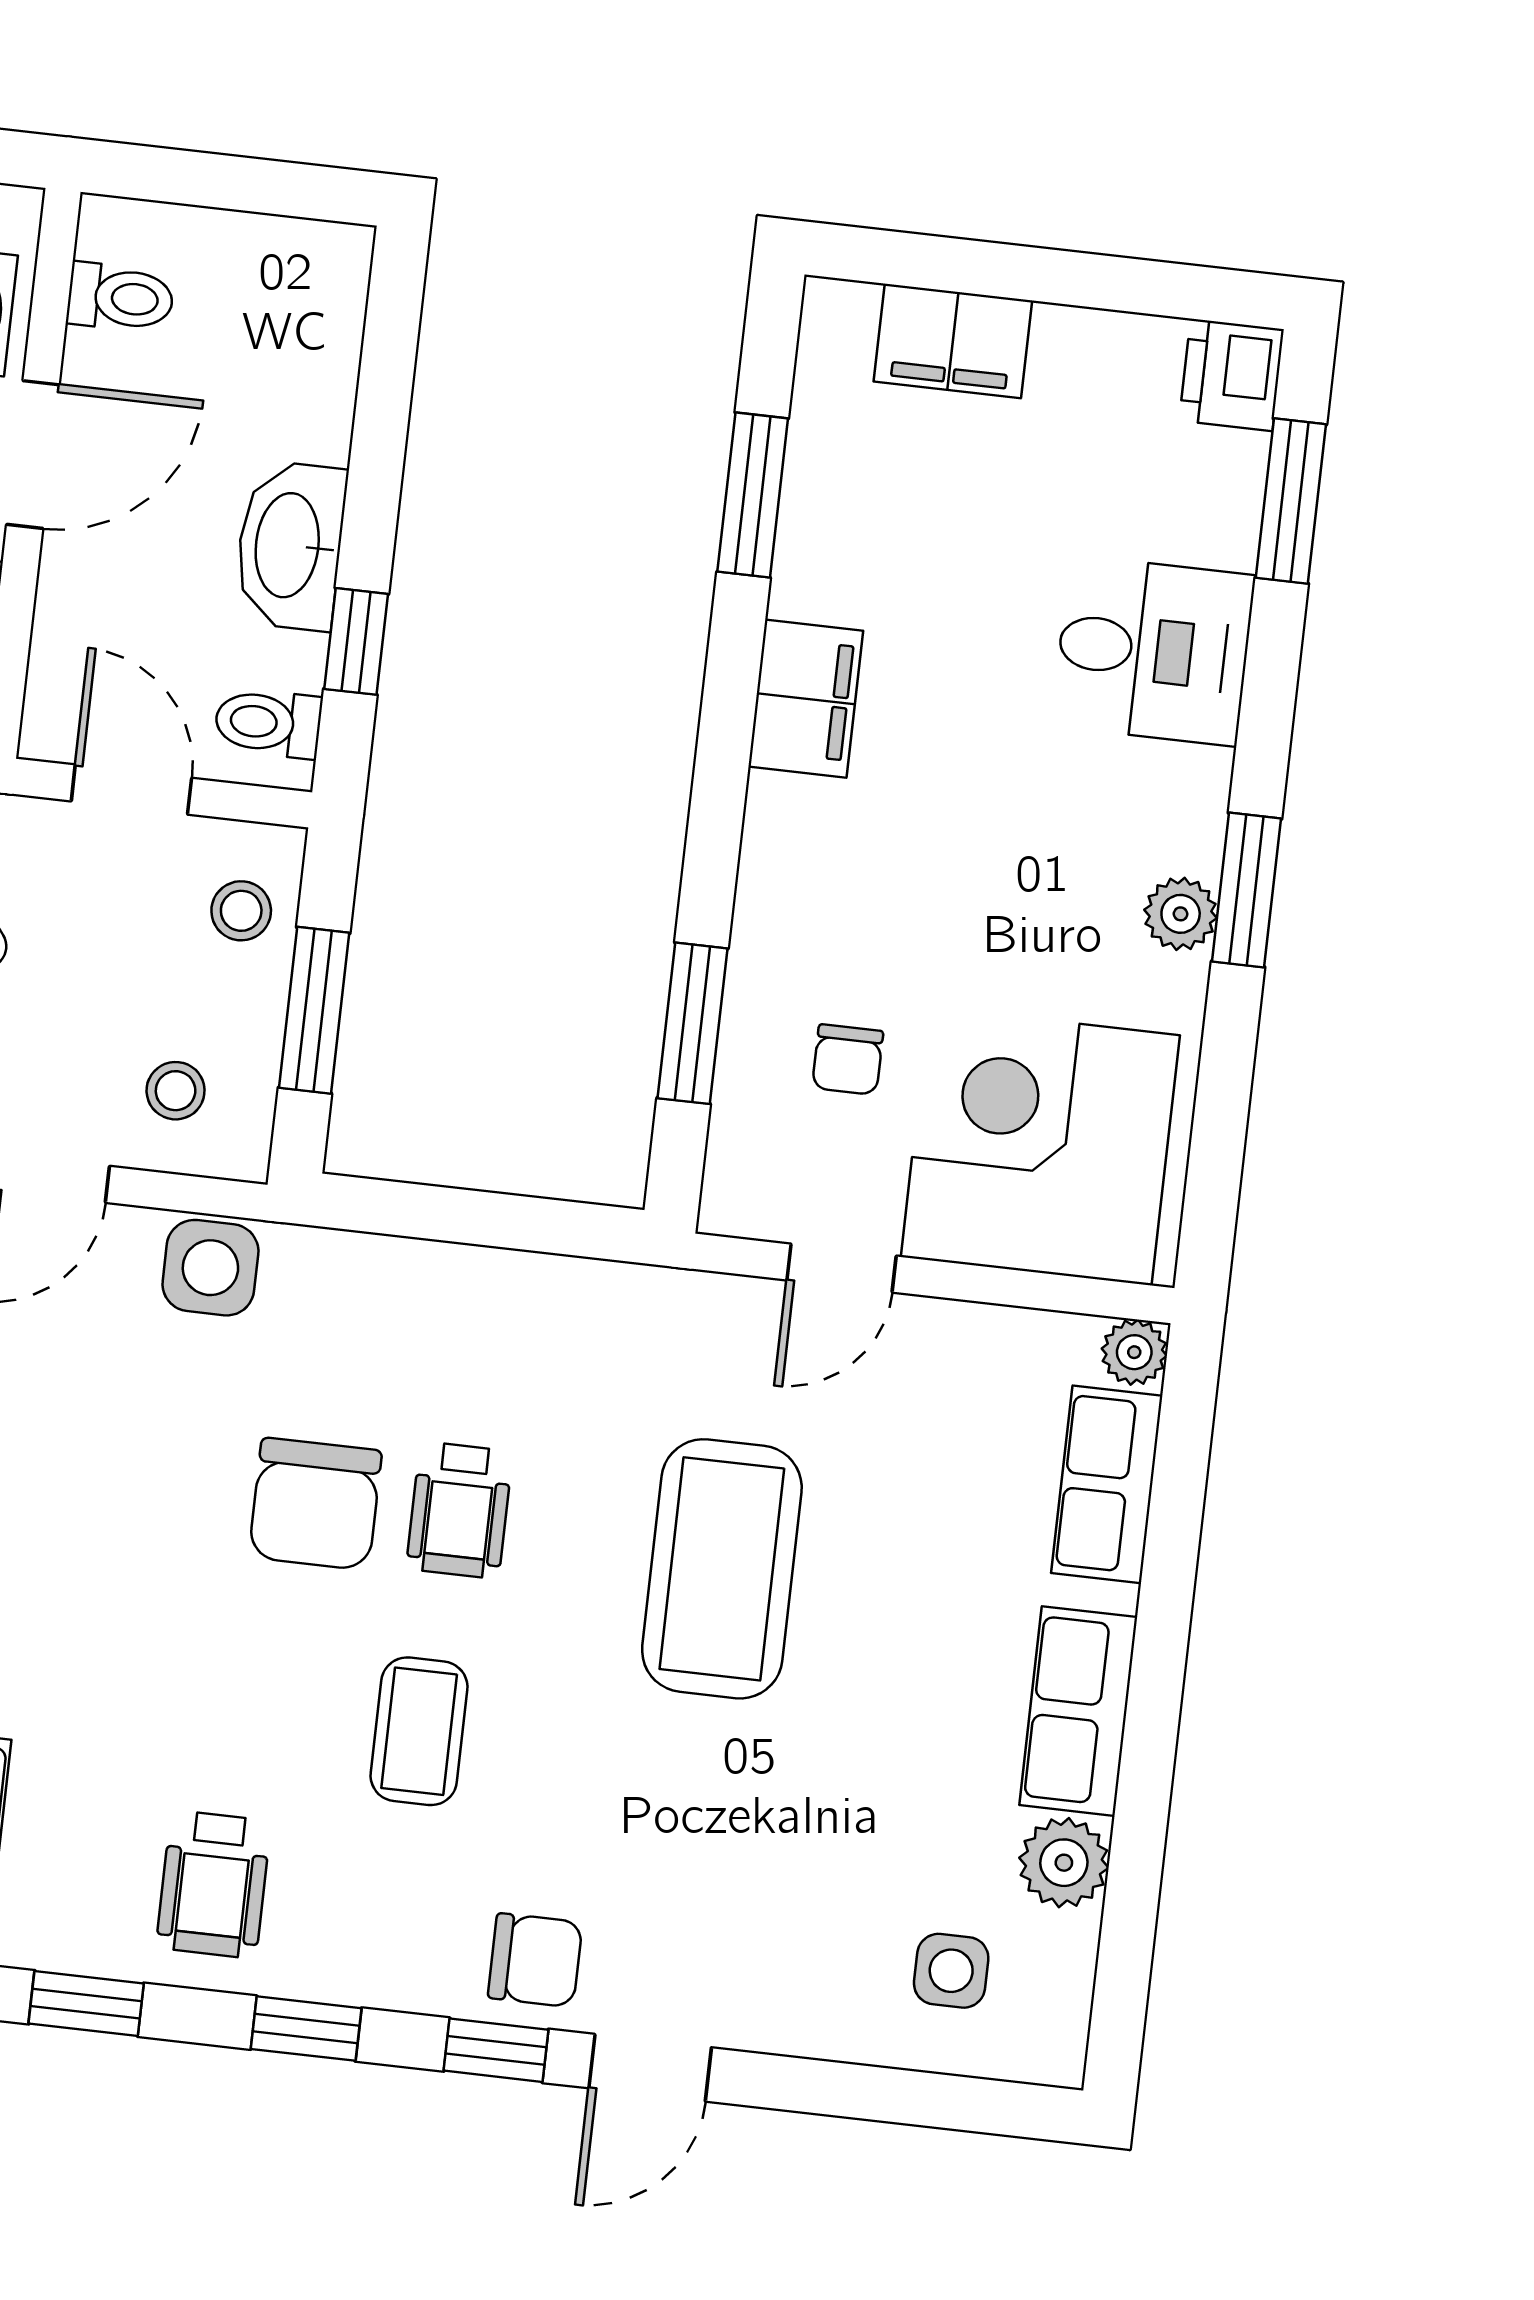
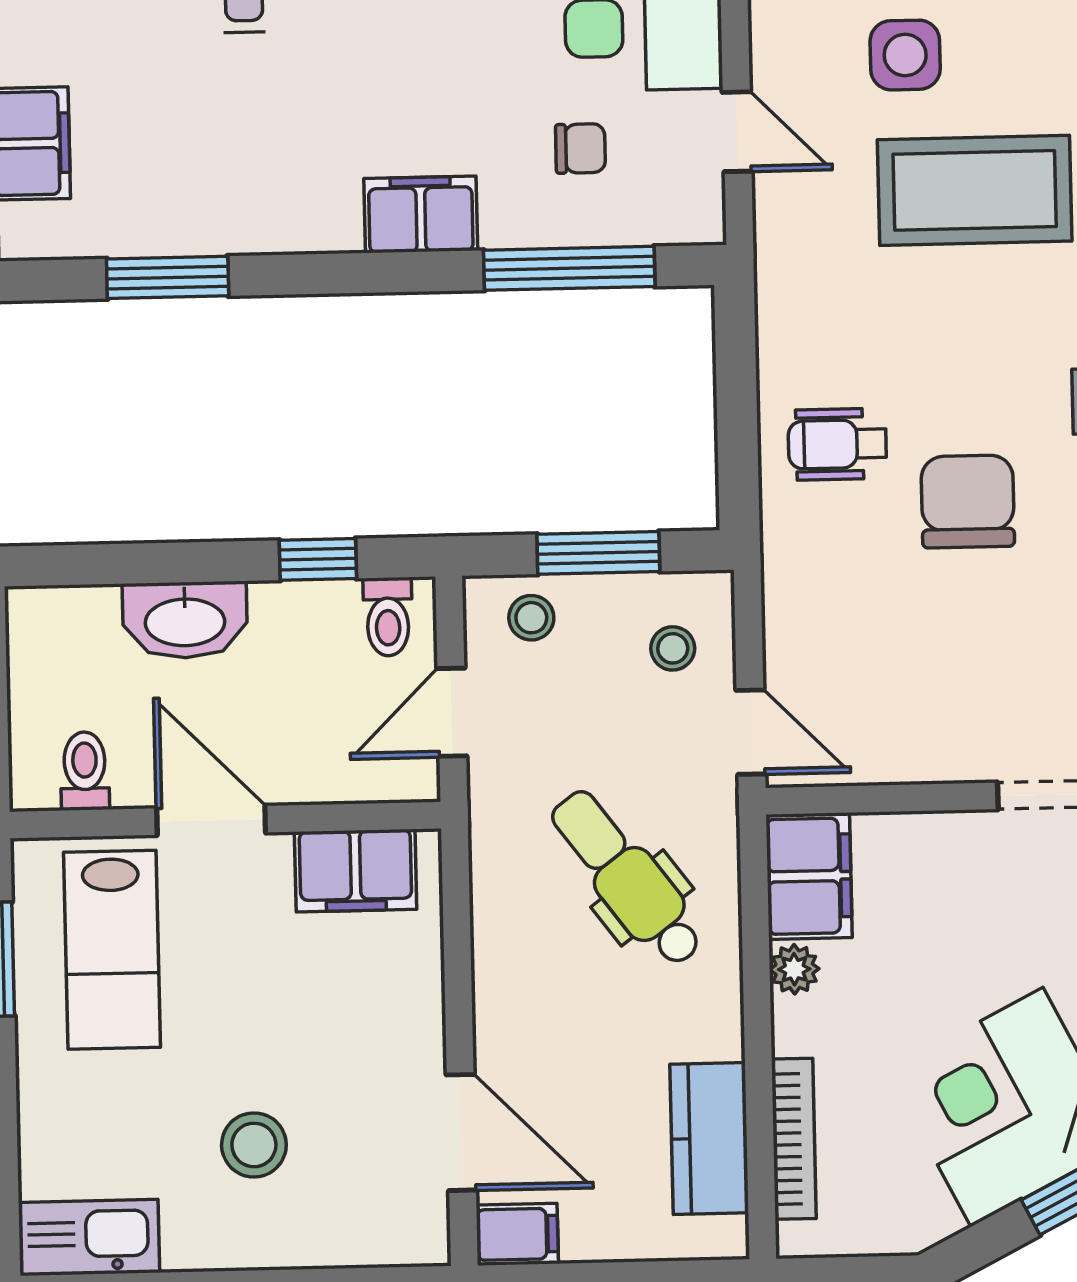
washbasin: (290, 545) -> (185, 620), moved
filing cabinet: (806, 699) -> (421, 214), moved
window: (692, 1023) -> (569, 268), width x1.44
side table: (210, 1268) -> (905, 55), moved
chair: (315, 1504) -> (968, 501), turned -90
wheelchair: (459, 1510) -> (837, 444), moved, turned 180

